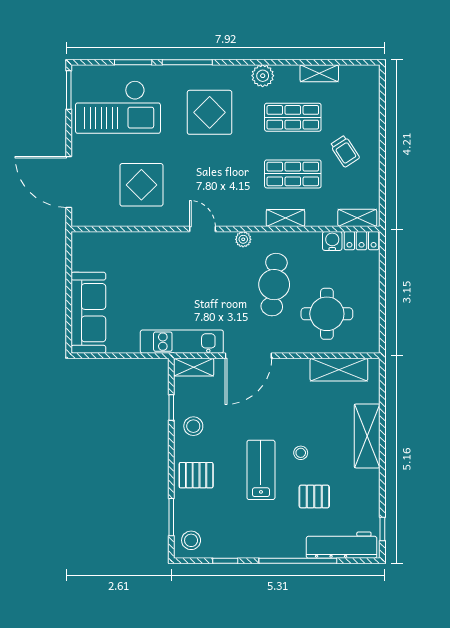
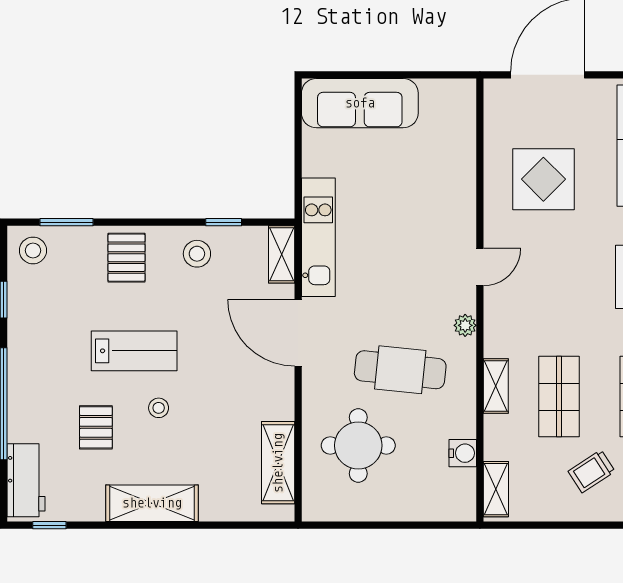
locker: (362, 241) -> (463, 495), removed
shelving: (367, 436) -> (152, 503), moved
workbench: (342, 545) -> (26, 480), width x0.73

